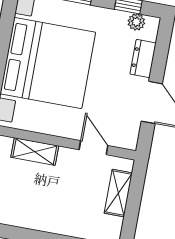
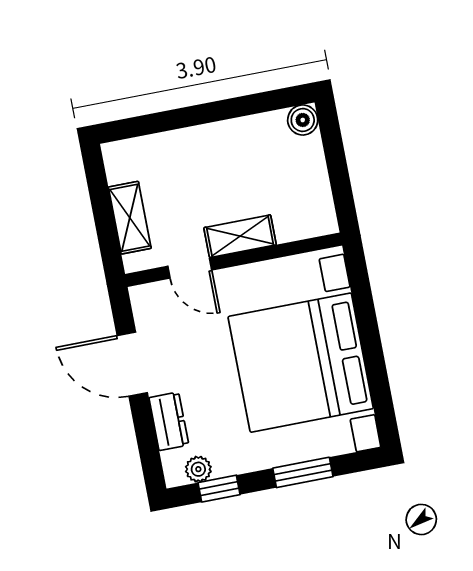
shelving: (35, 152) -> (240, 236), moved

